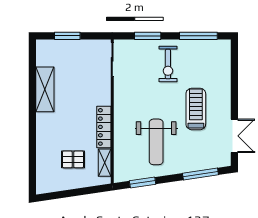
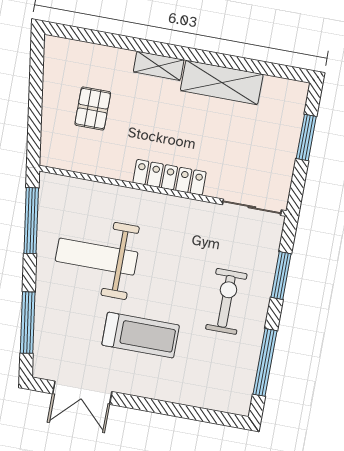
exercise bike: (168, 64) -> (226, 301), turned 90
locker: (104, 127) -> (170, 177), moved
shelving: (105, 163) -> (159, 66), moved
window: (143, 182) -> (31, 221), width x1.44

